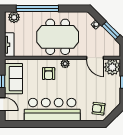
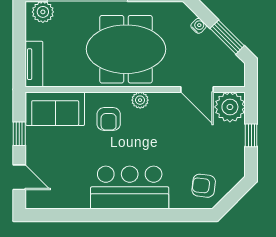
sofa: (14, 79) -> (55, 109), moved, turned 90
bar counter: (52, 110) -> (130, 188), width x0.73

